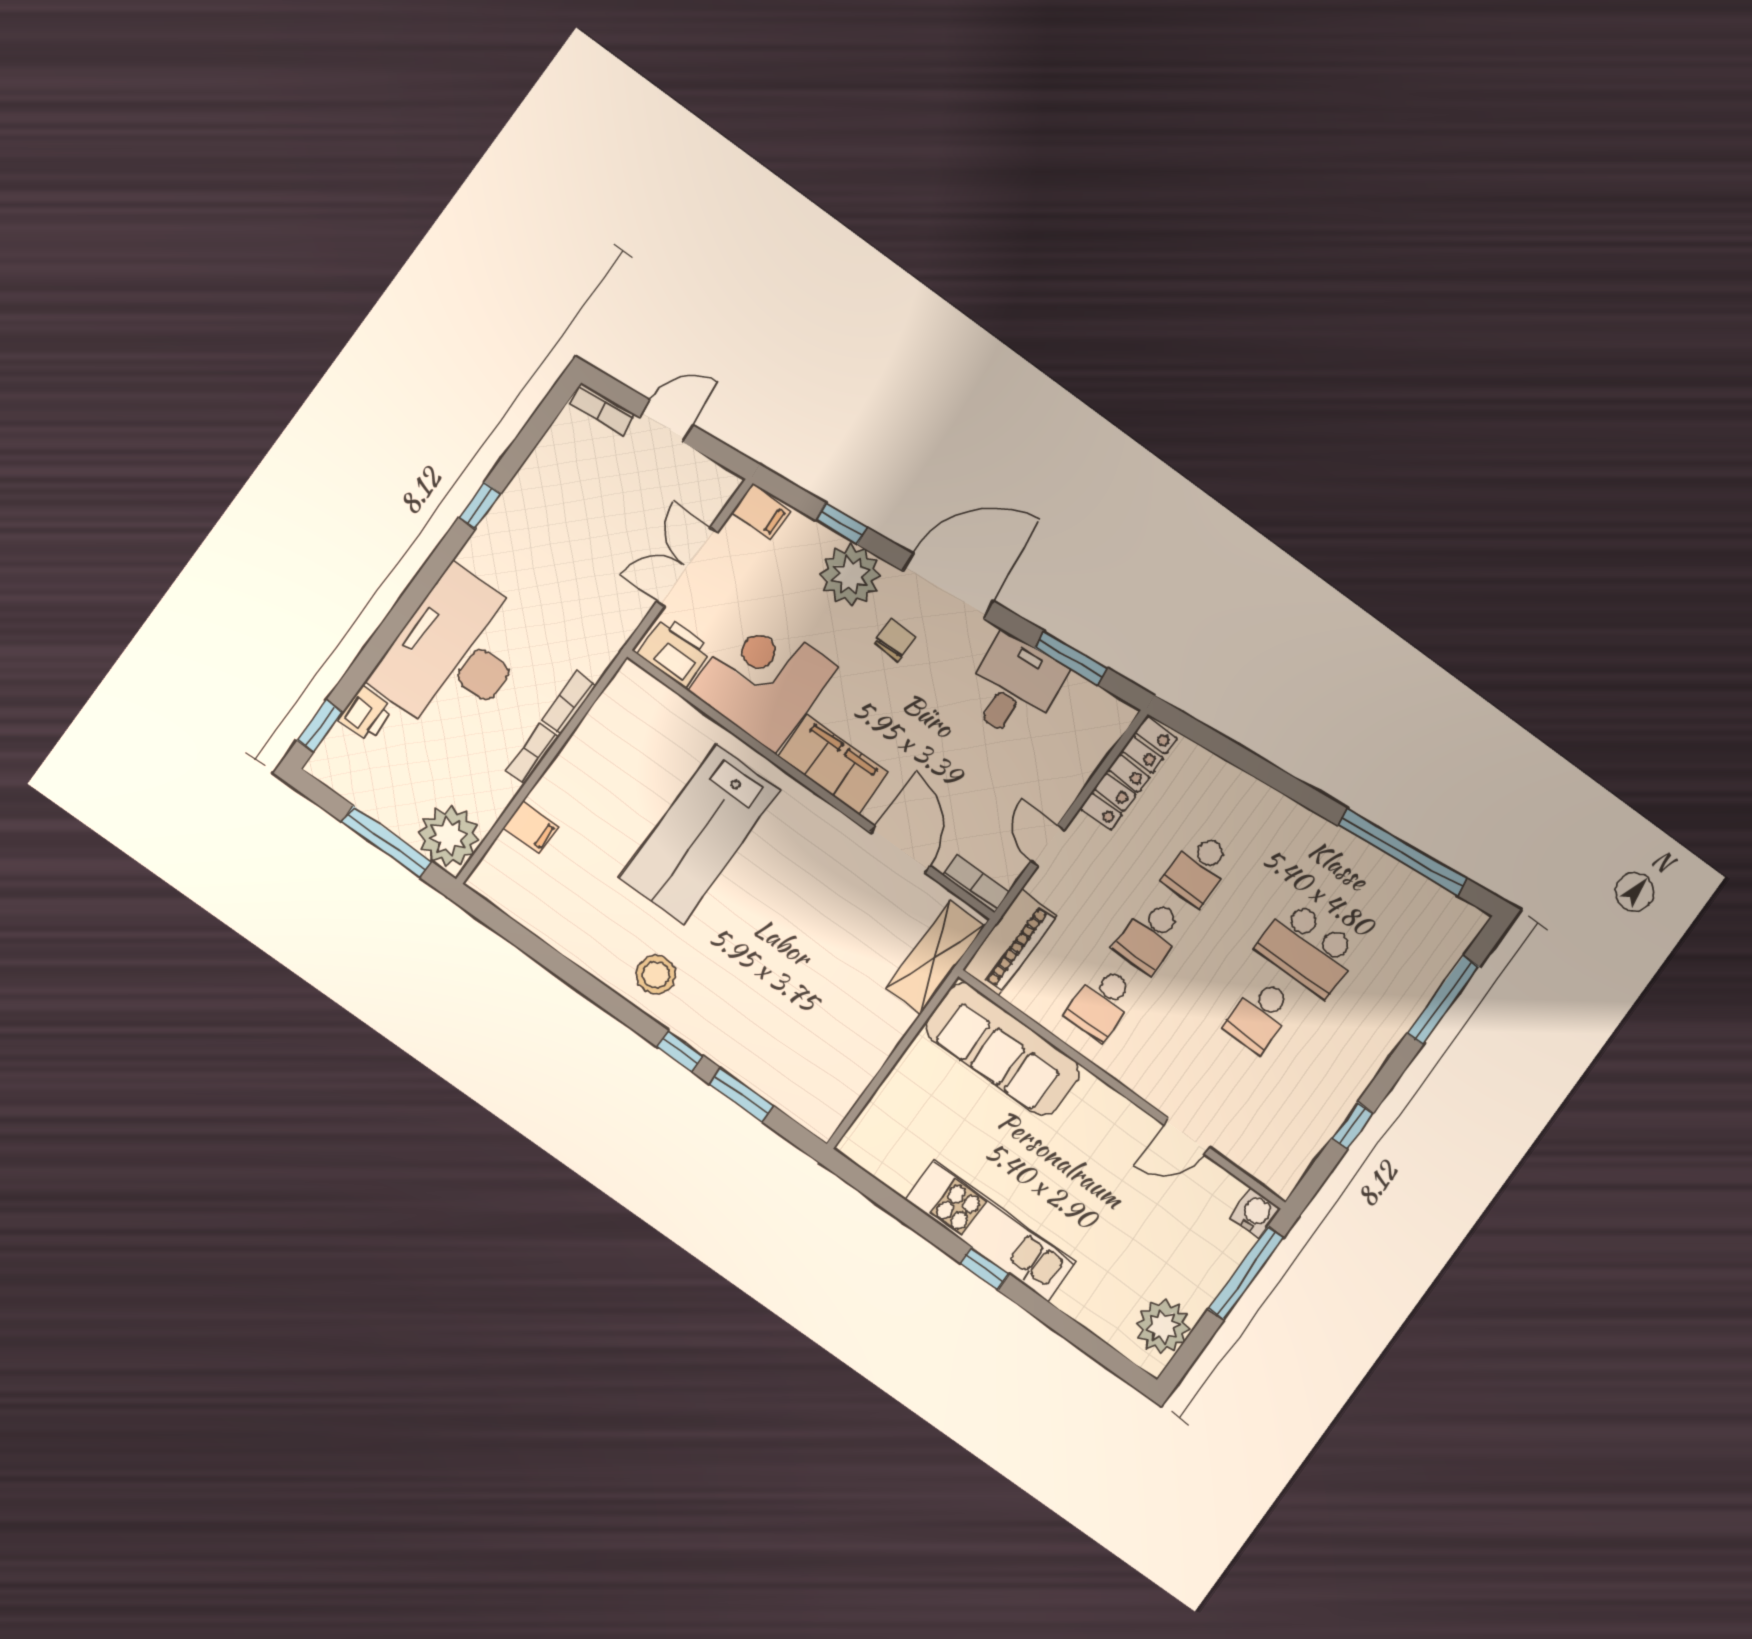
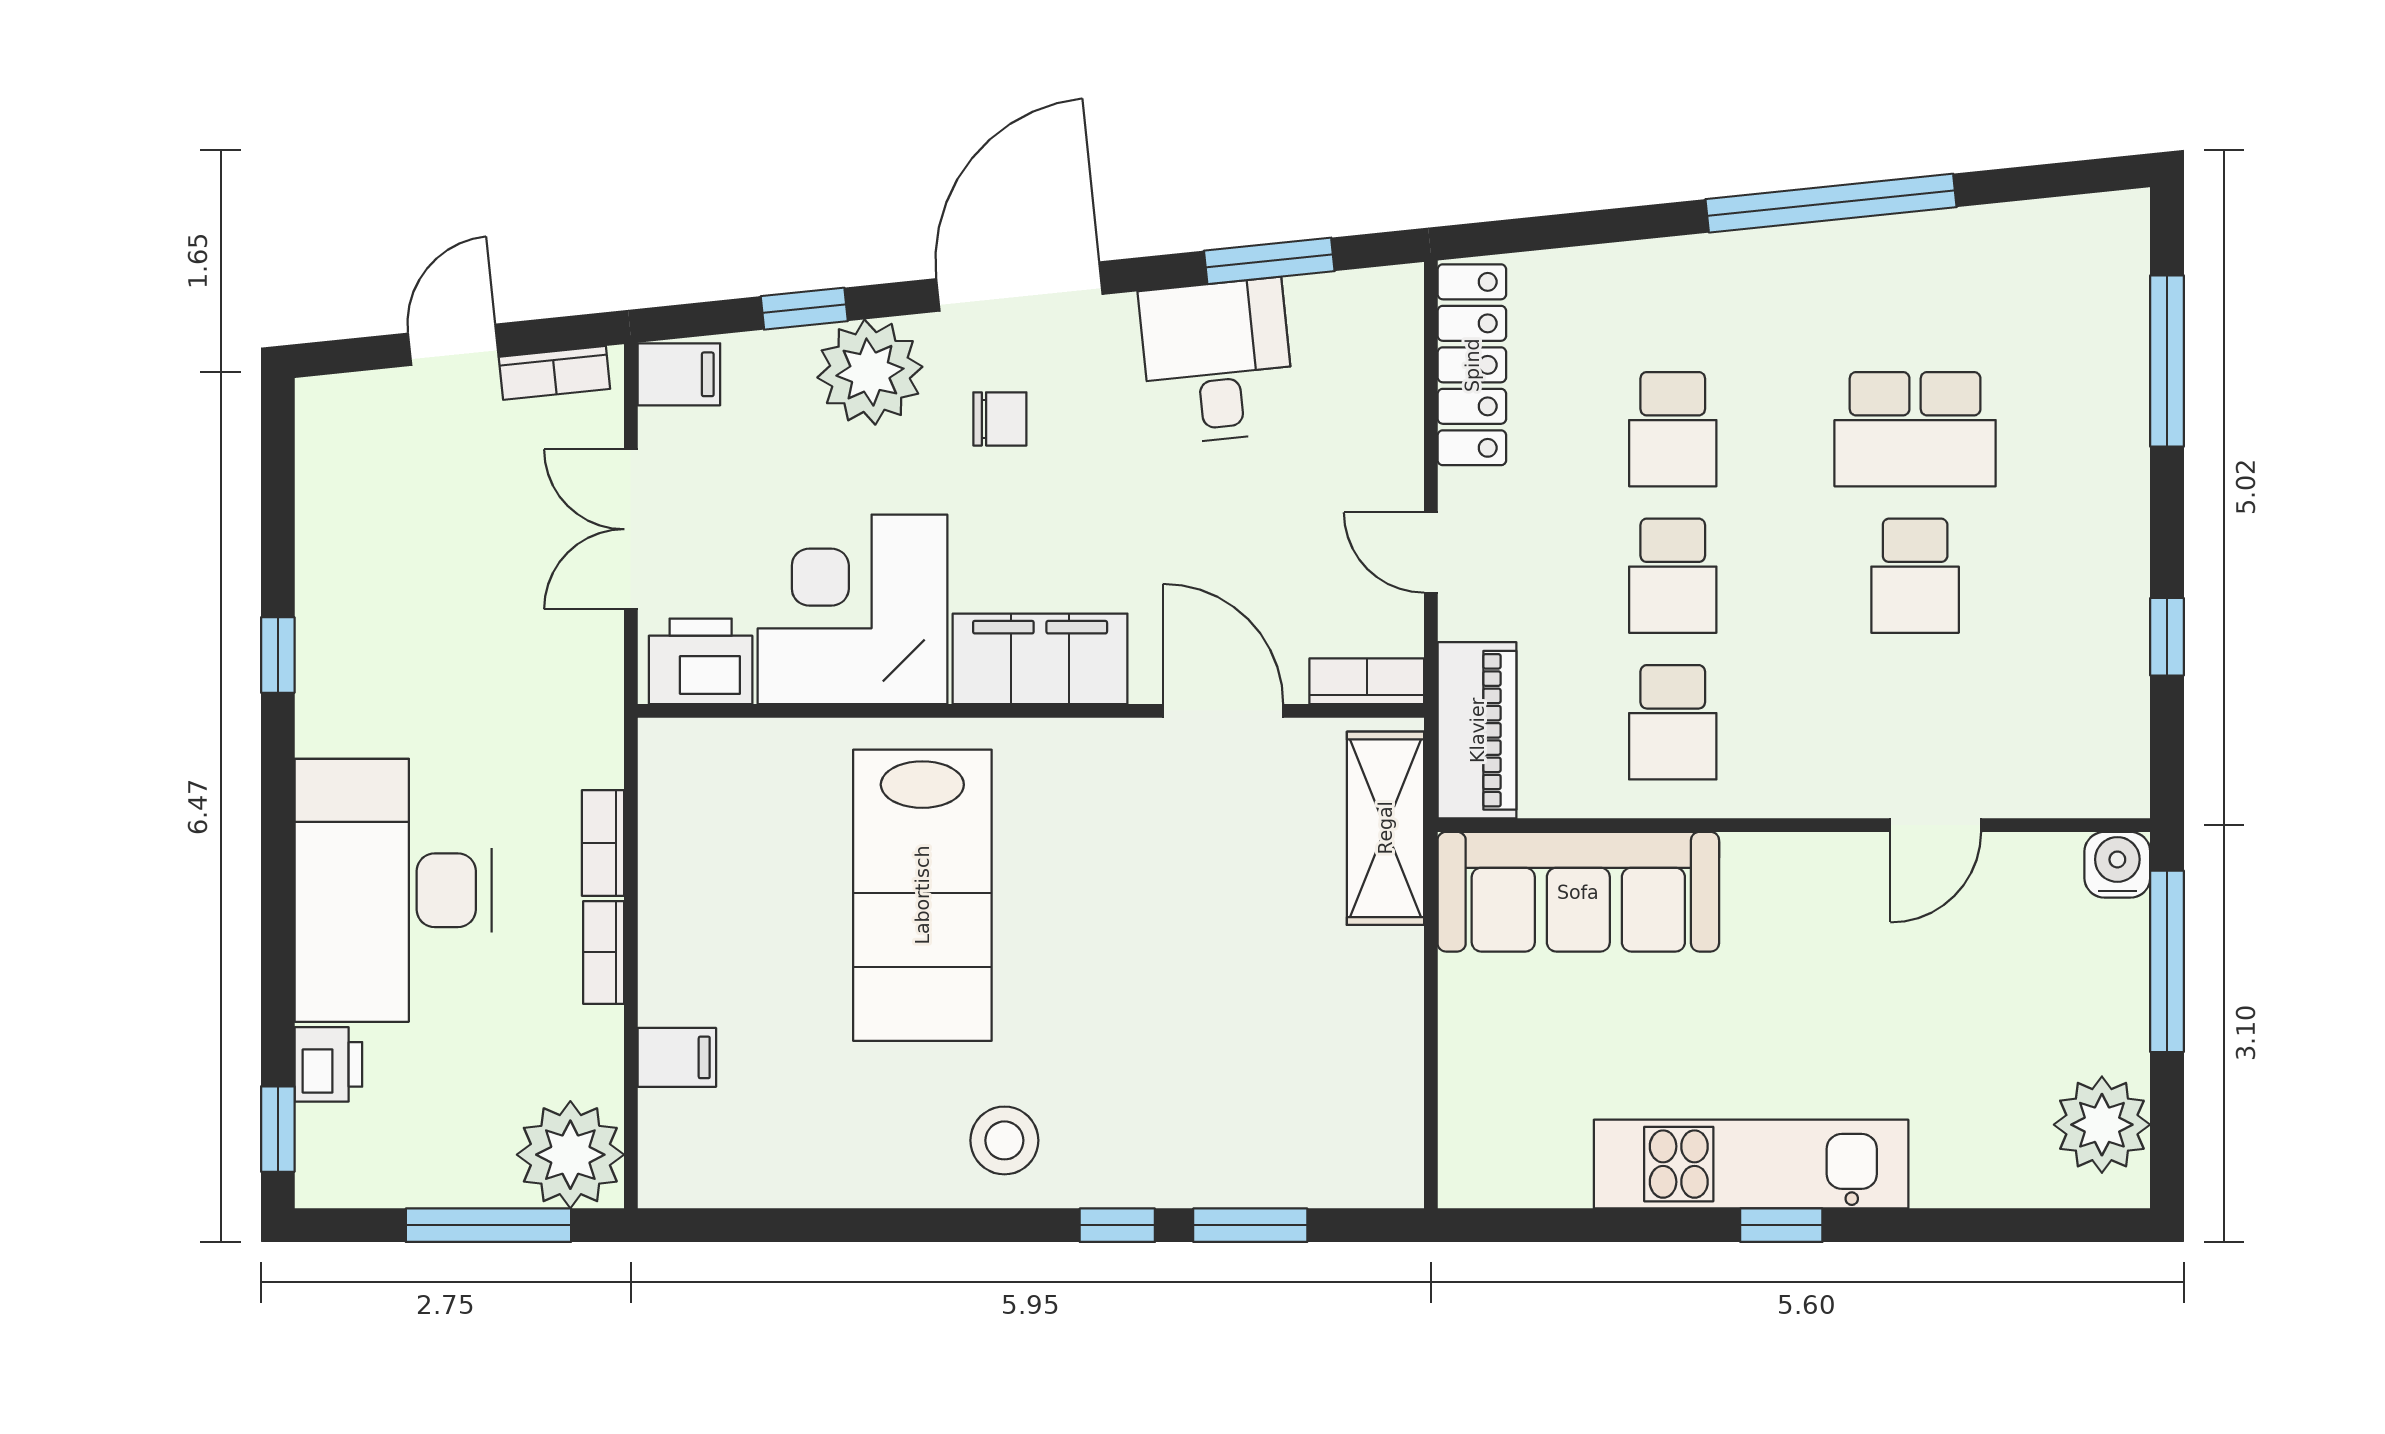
bookcase: (602, 409) -> (554, 373), moved
chair: (895, 640) -> (1000, 419), turned 90
window: (1403, 852) -> (1831, 203), moved

